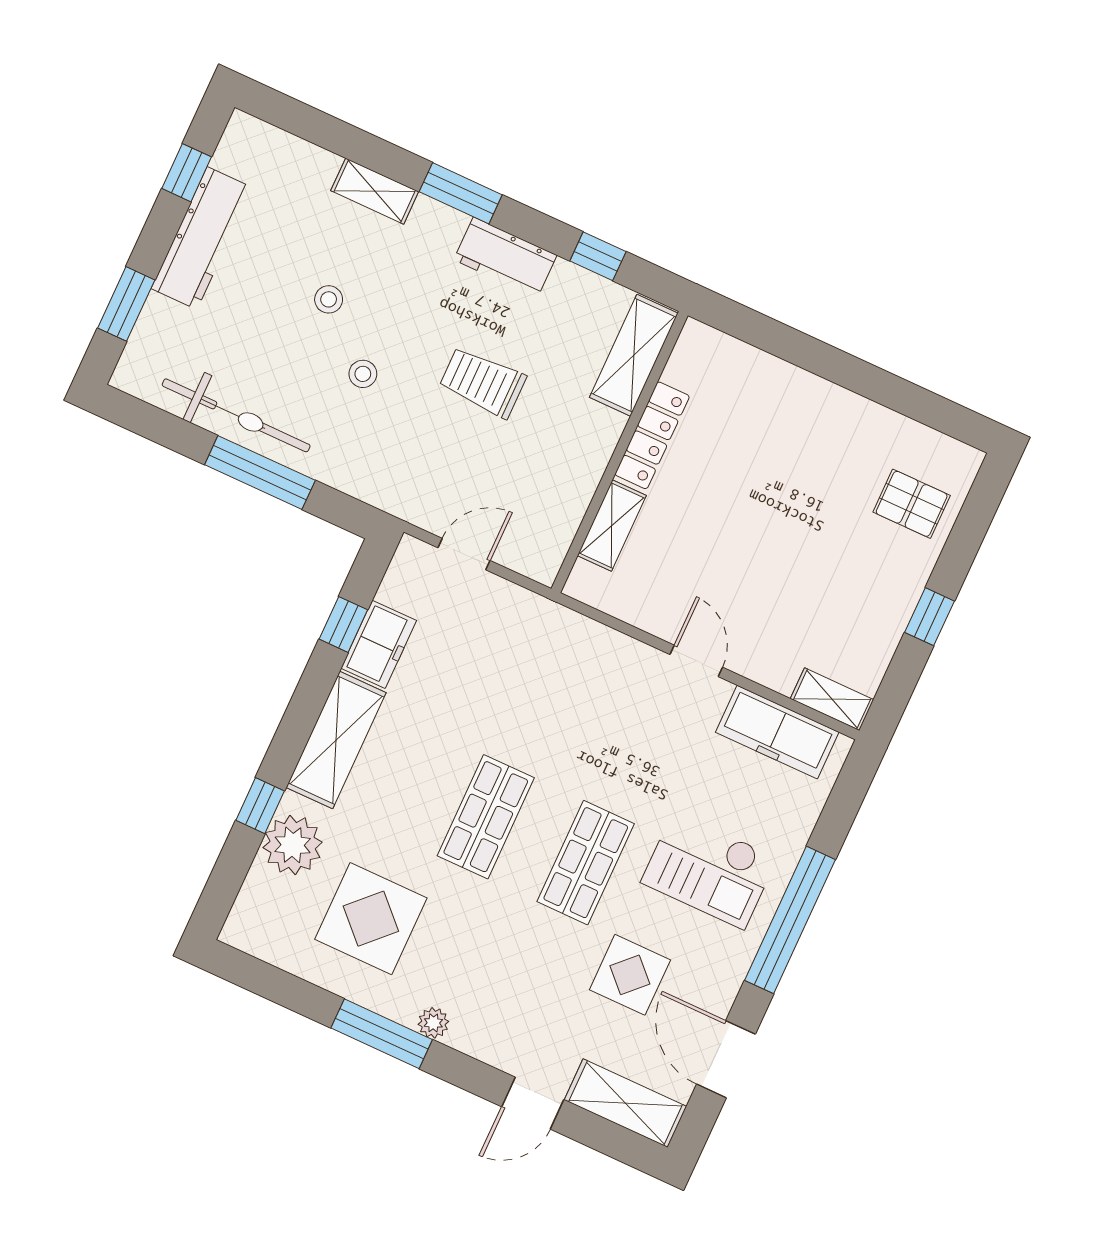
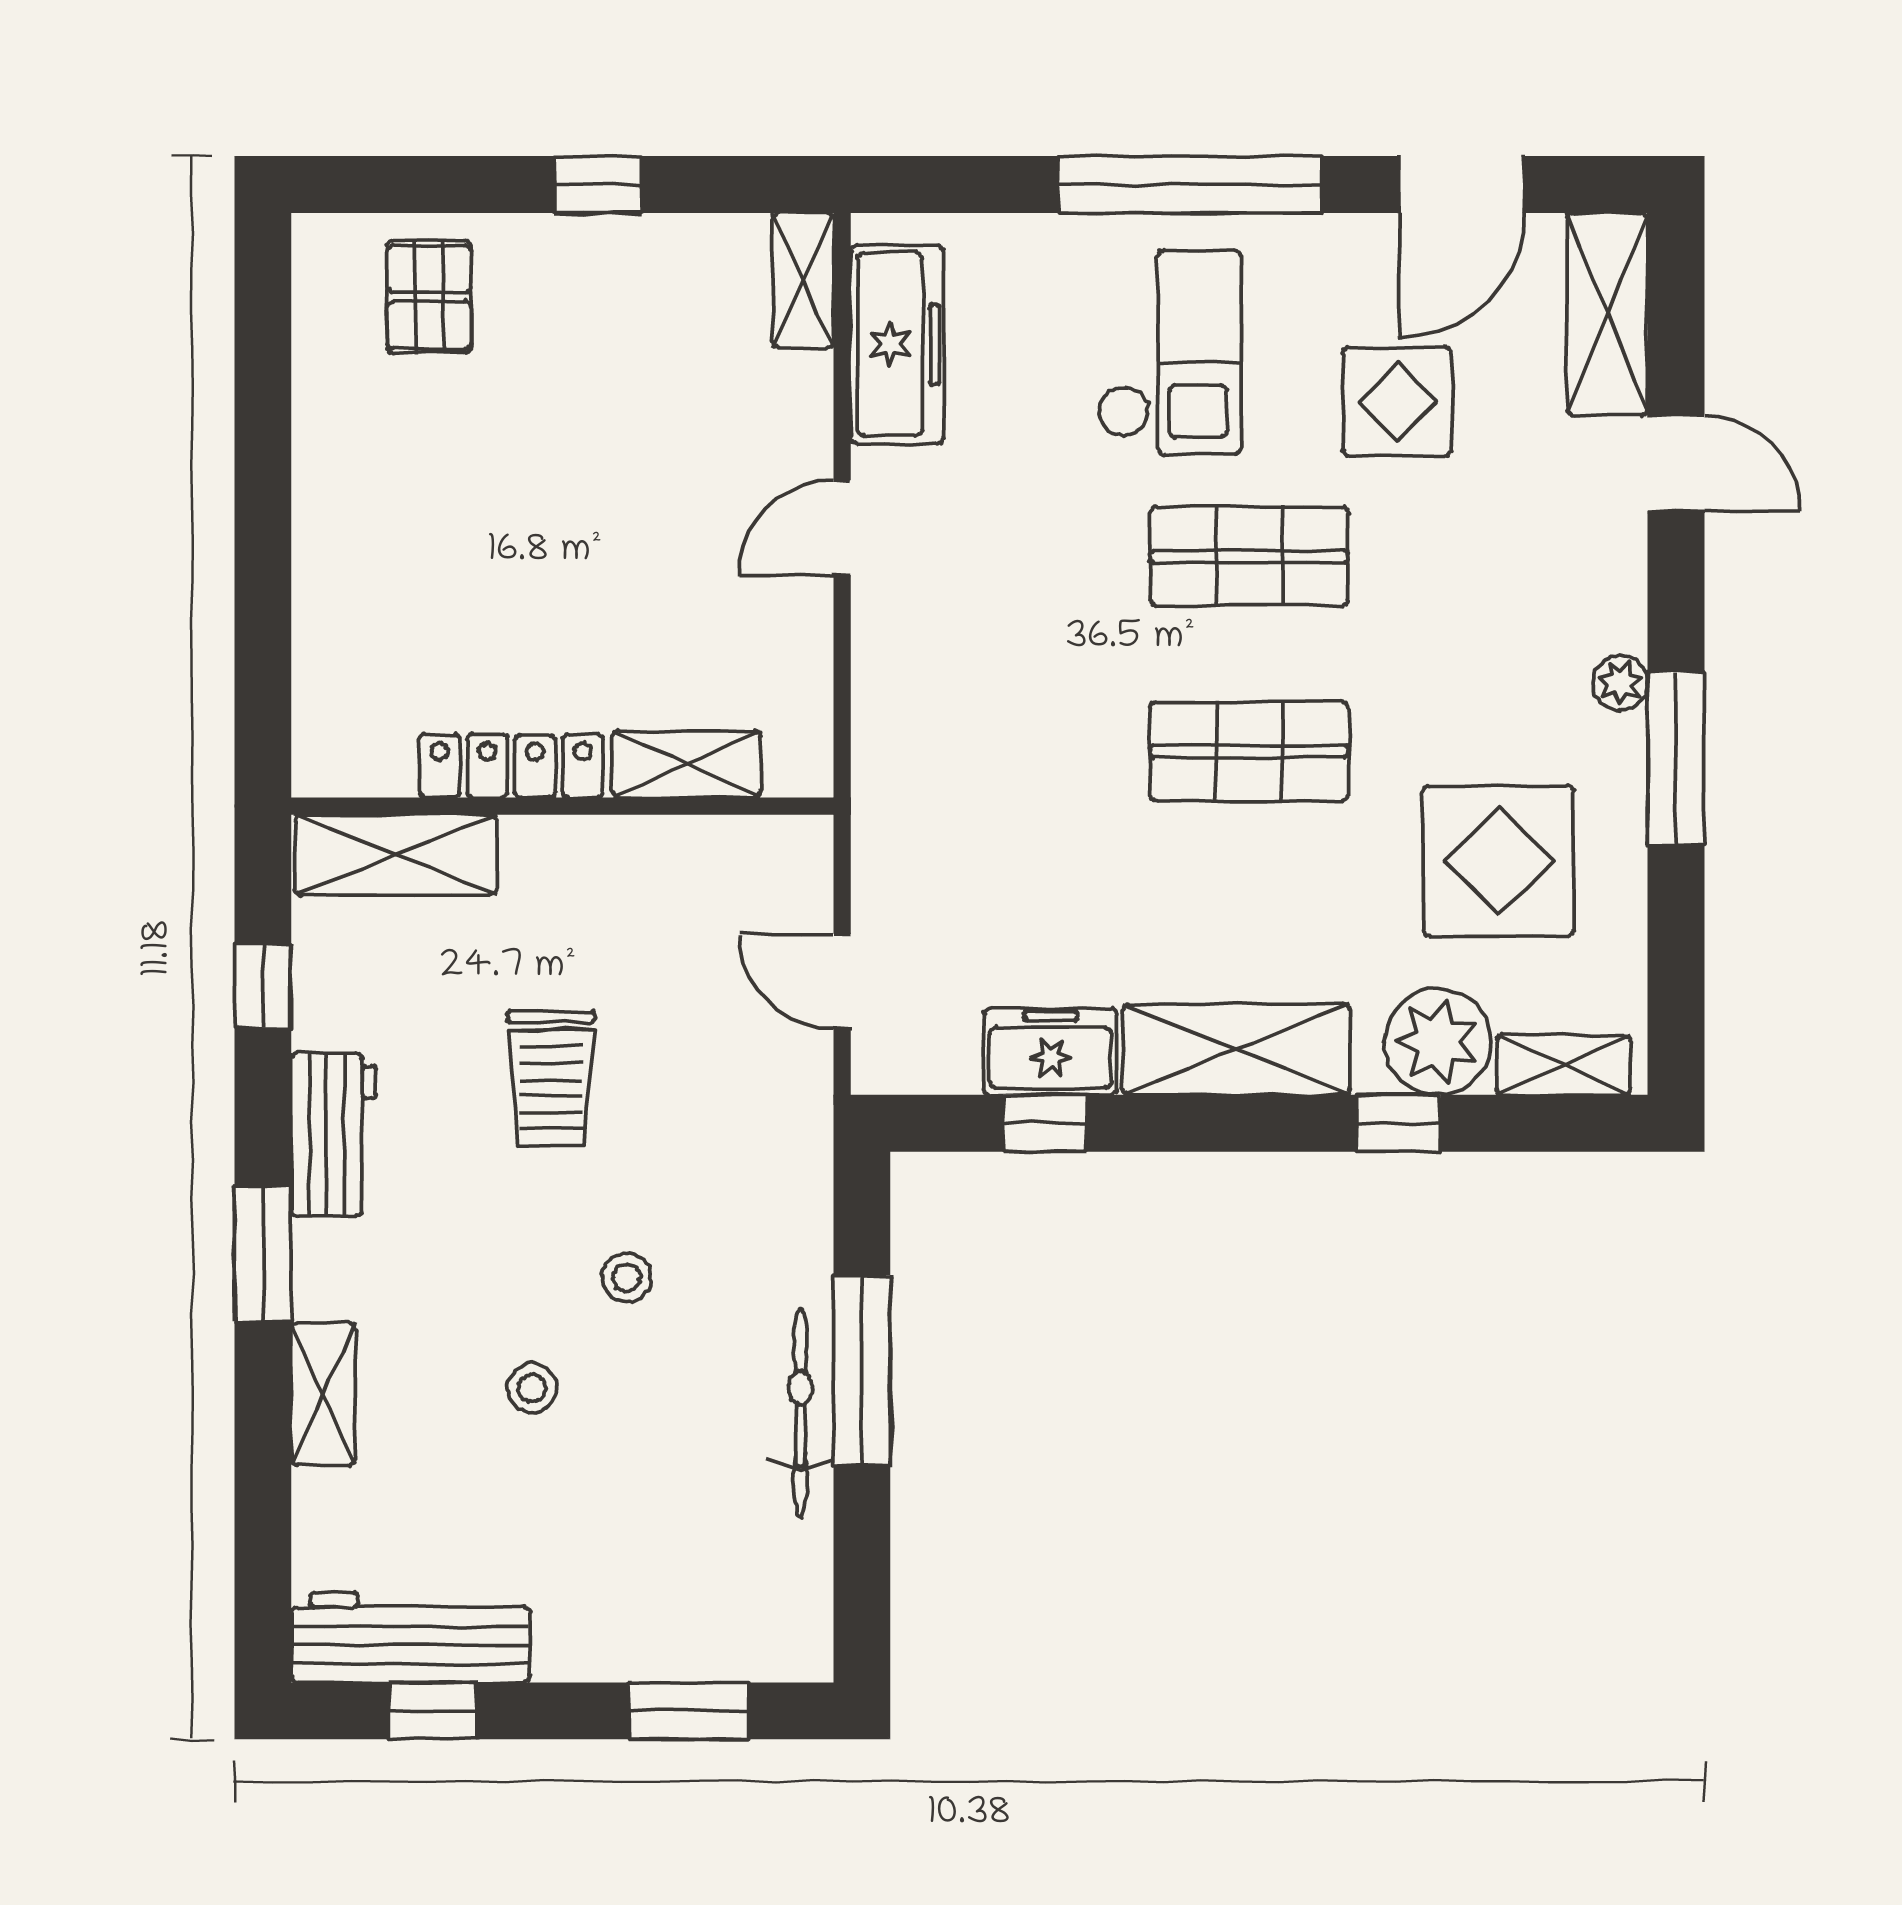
workbench: (202, 238) -> (411, 1638), moved
bicycle: (236, 415) -> (801, 1413), width x0.73, depth x0.71
shelving: (251, 904) -> (1563, 1065), added

